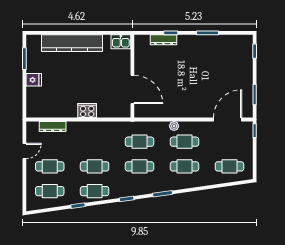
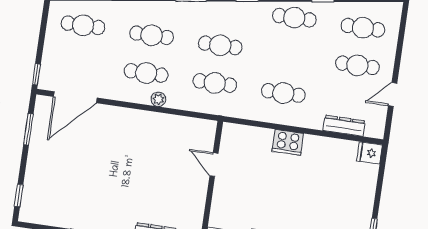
fridge: (34, 80) -> (369, 153), moved
door: (132, 89) -> (214, 165), width x0.53
cafe table: (95, 166) -> (283, 93), moved

